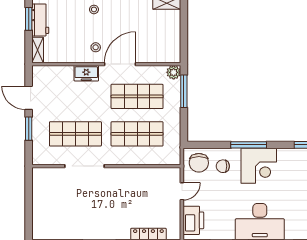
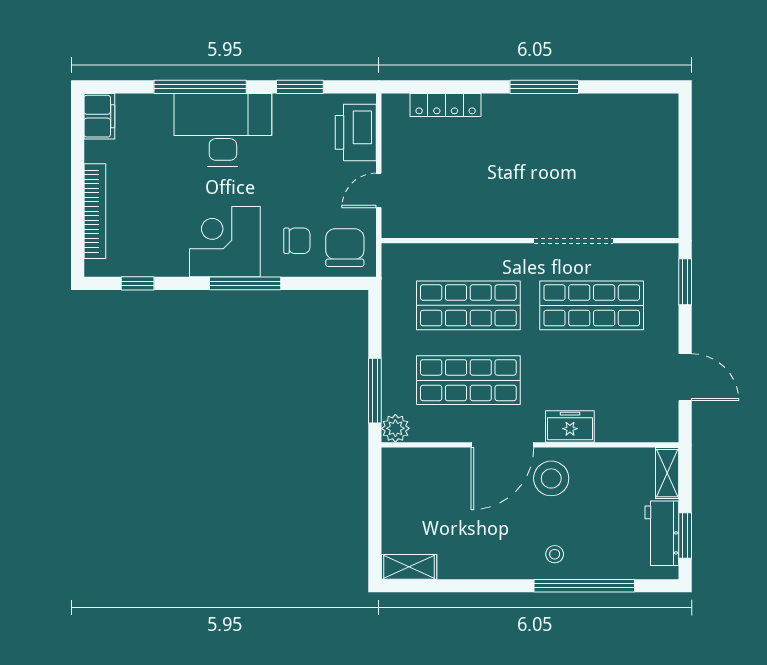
stool: (96, 47) -> (551, 478), width x1.89, depth x1.89
window: (29, 129) -> (685, 282), moved

